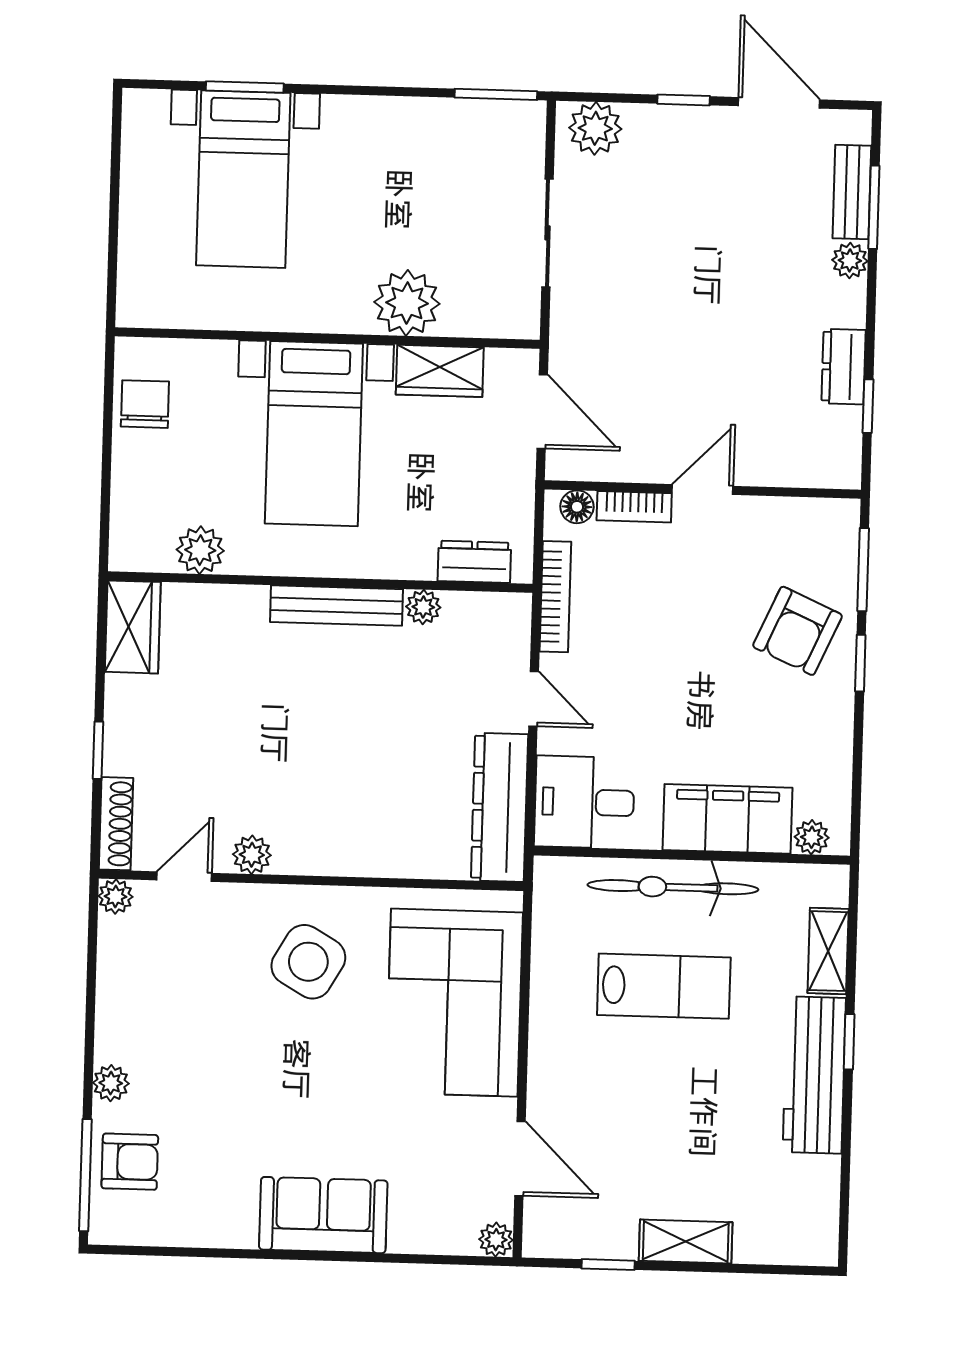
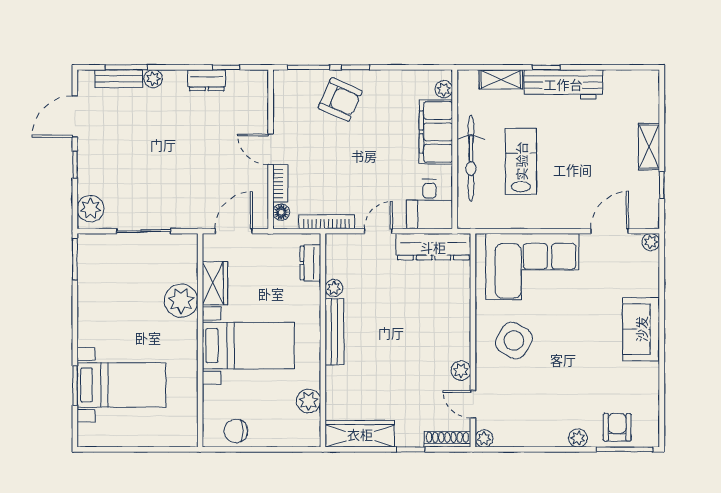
wardrobe: (133, 627) -> (360, 434), width x1.50

